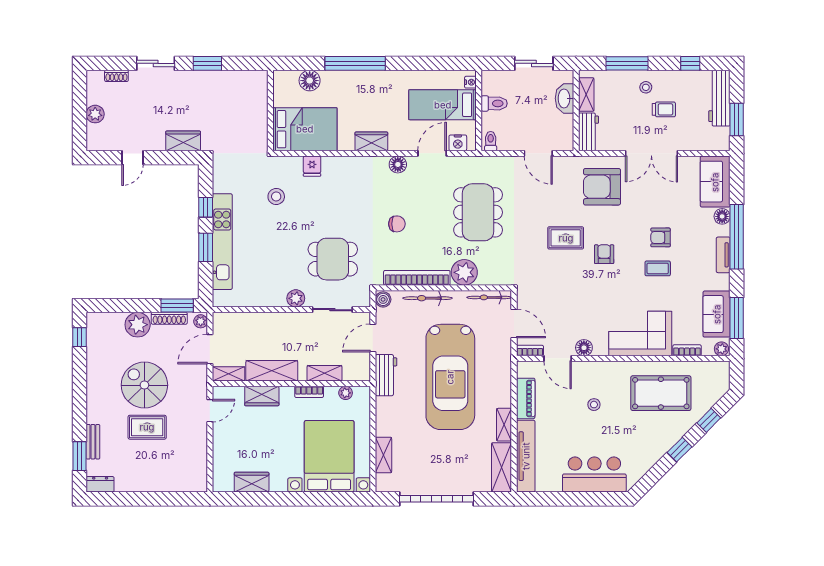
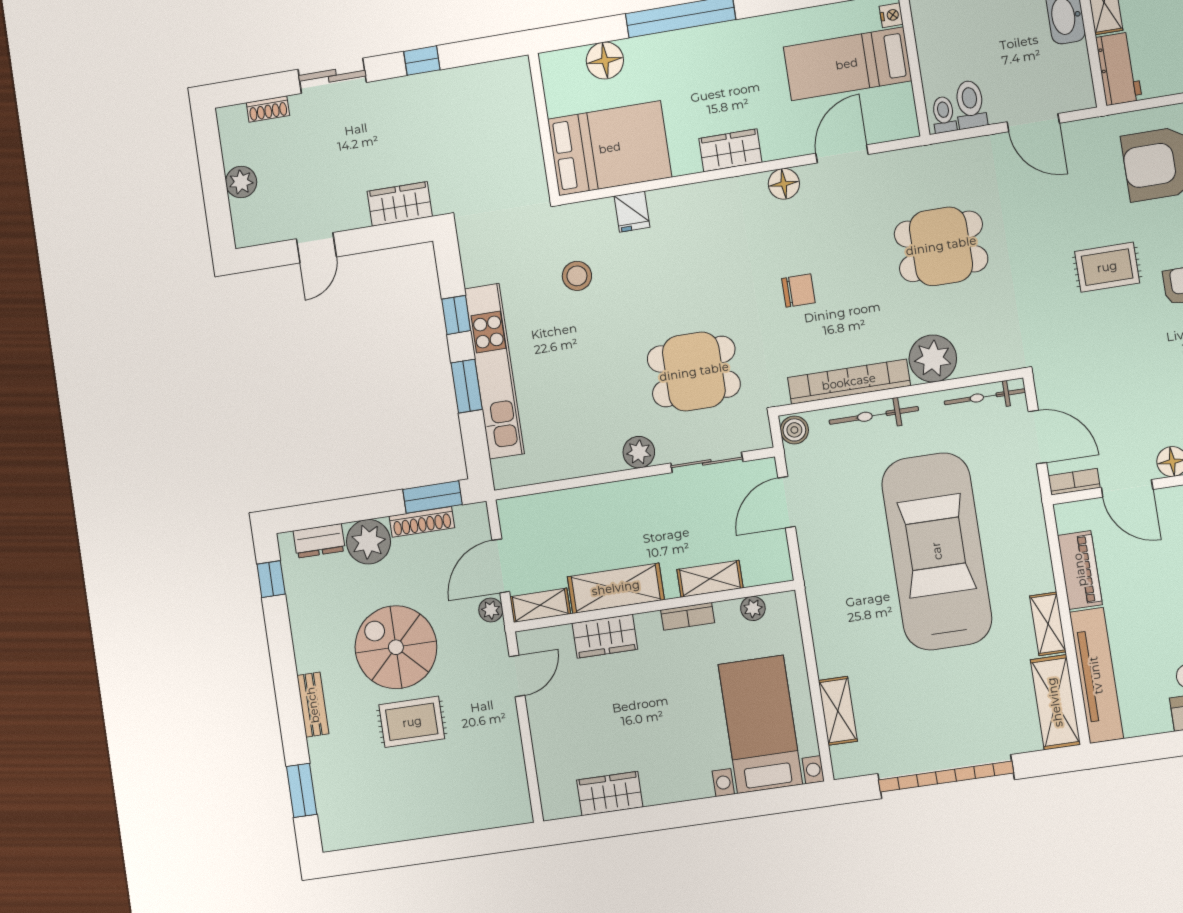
window: (207, 63) -> (422, 61), width x0.67
toilet: (494, 103) -> (970, 104), moved, turned -90
nightstand: (458, 143) -> (885, 127), removed
dining table: (478, 212) -> (941, 246), width x0.73
plant: (201, 321) -> (491, 610), moved
workbench: (386, 375) -> (820, 566), removed
car: (450, 377) -> (937, 551), turned 180
bench: (93, 442) -> (313, 705), moved
bed with nightstands: (329, 456) -> (760, 724), width x0.73
dresser: (100, 484) -> (319, 541), moved, turned 180

